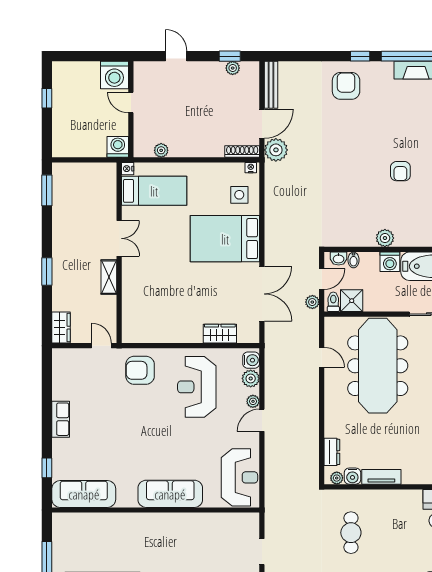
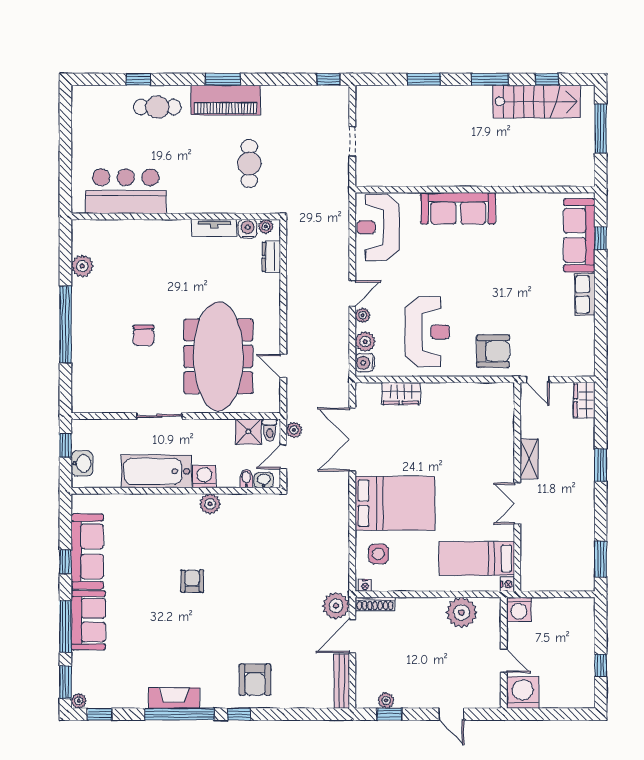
plant: (161, 150) -> (462, 612), width x1.87, depth x1.87
sofa: (84, 494) -> (579, 235), moved, turned 90

